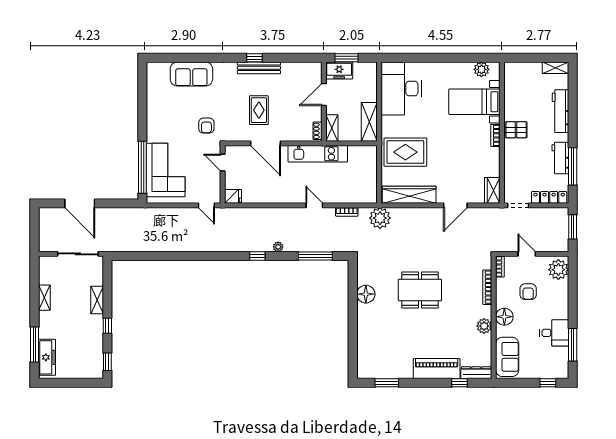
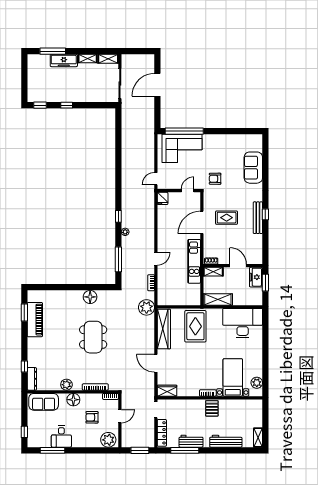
shelving: (97, 300) -> (108, 59), moved
freezer: (47, 357) -> (64, 60), moved
piano: (437, 369) -> (35, 320), moved

